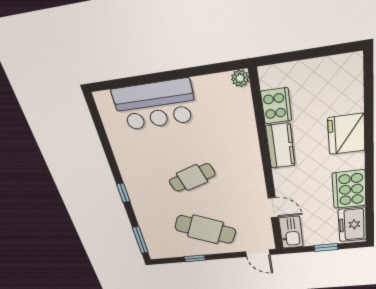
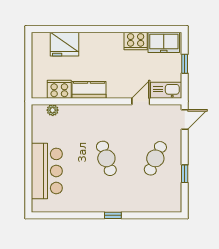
plant: (240, 78) -> (53, 110), moved
fridge: (346, 134) -> (64, 44), moved
cooker: (349, 189) -> (136, 41), width x0.73, depth x0.76
cafe table: (205, 229) -> (155, 158), width x0.73, depth x0.74
window: (140, 240) -> (160, 215), removed

